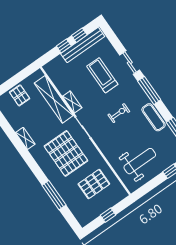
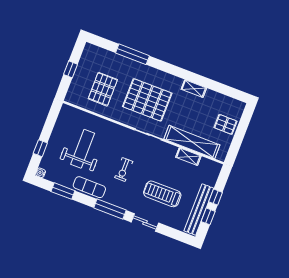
treadmill: (102, 75) -> (162, 194), turned 180
shelving: (72, 102) -> (188, 157), moved
weight bench: (140, 161) -> (83, 149), moved, turned 180

